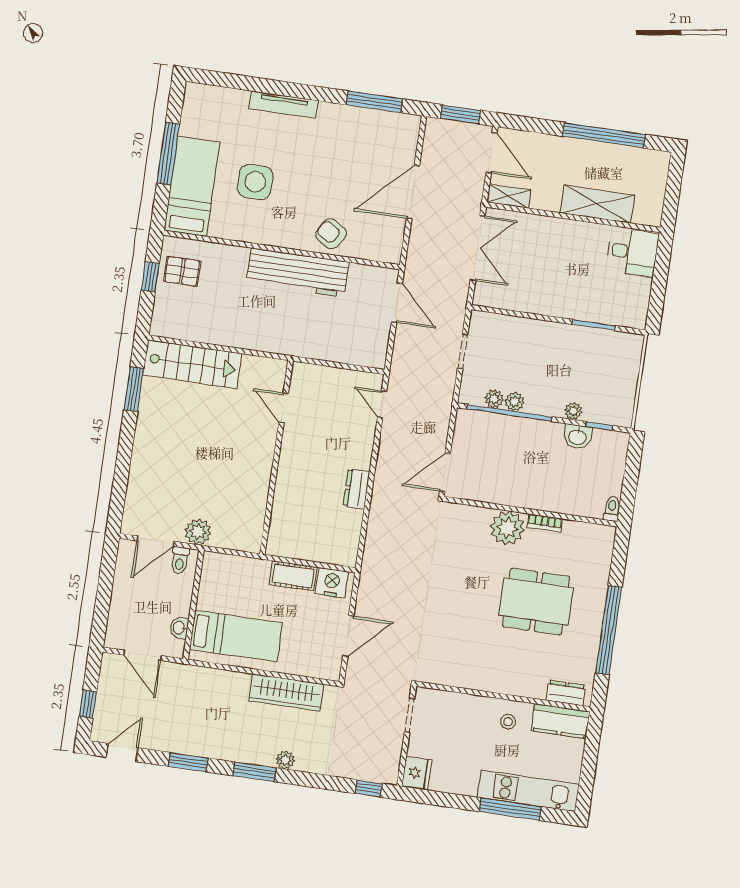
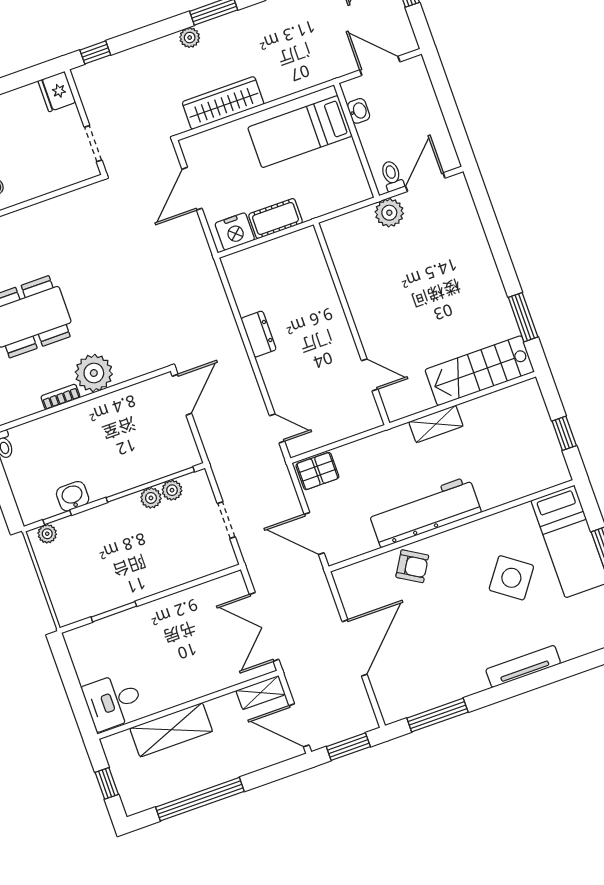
side table: (255, 182) -> (511, 578), turned 36
window: (673, 188) -> (107, 783), added
pallet: (182, 271) -> (317, 471), moved
shelving: (251, 340) -> (436, 424), added
plant: (573, 411) -> (47, 534), moved

